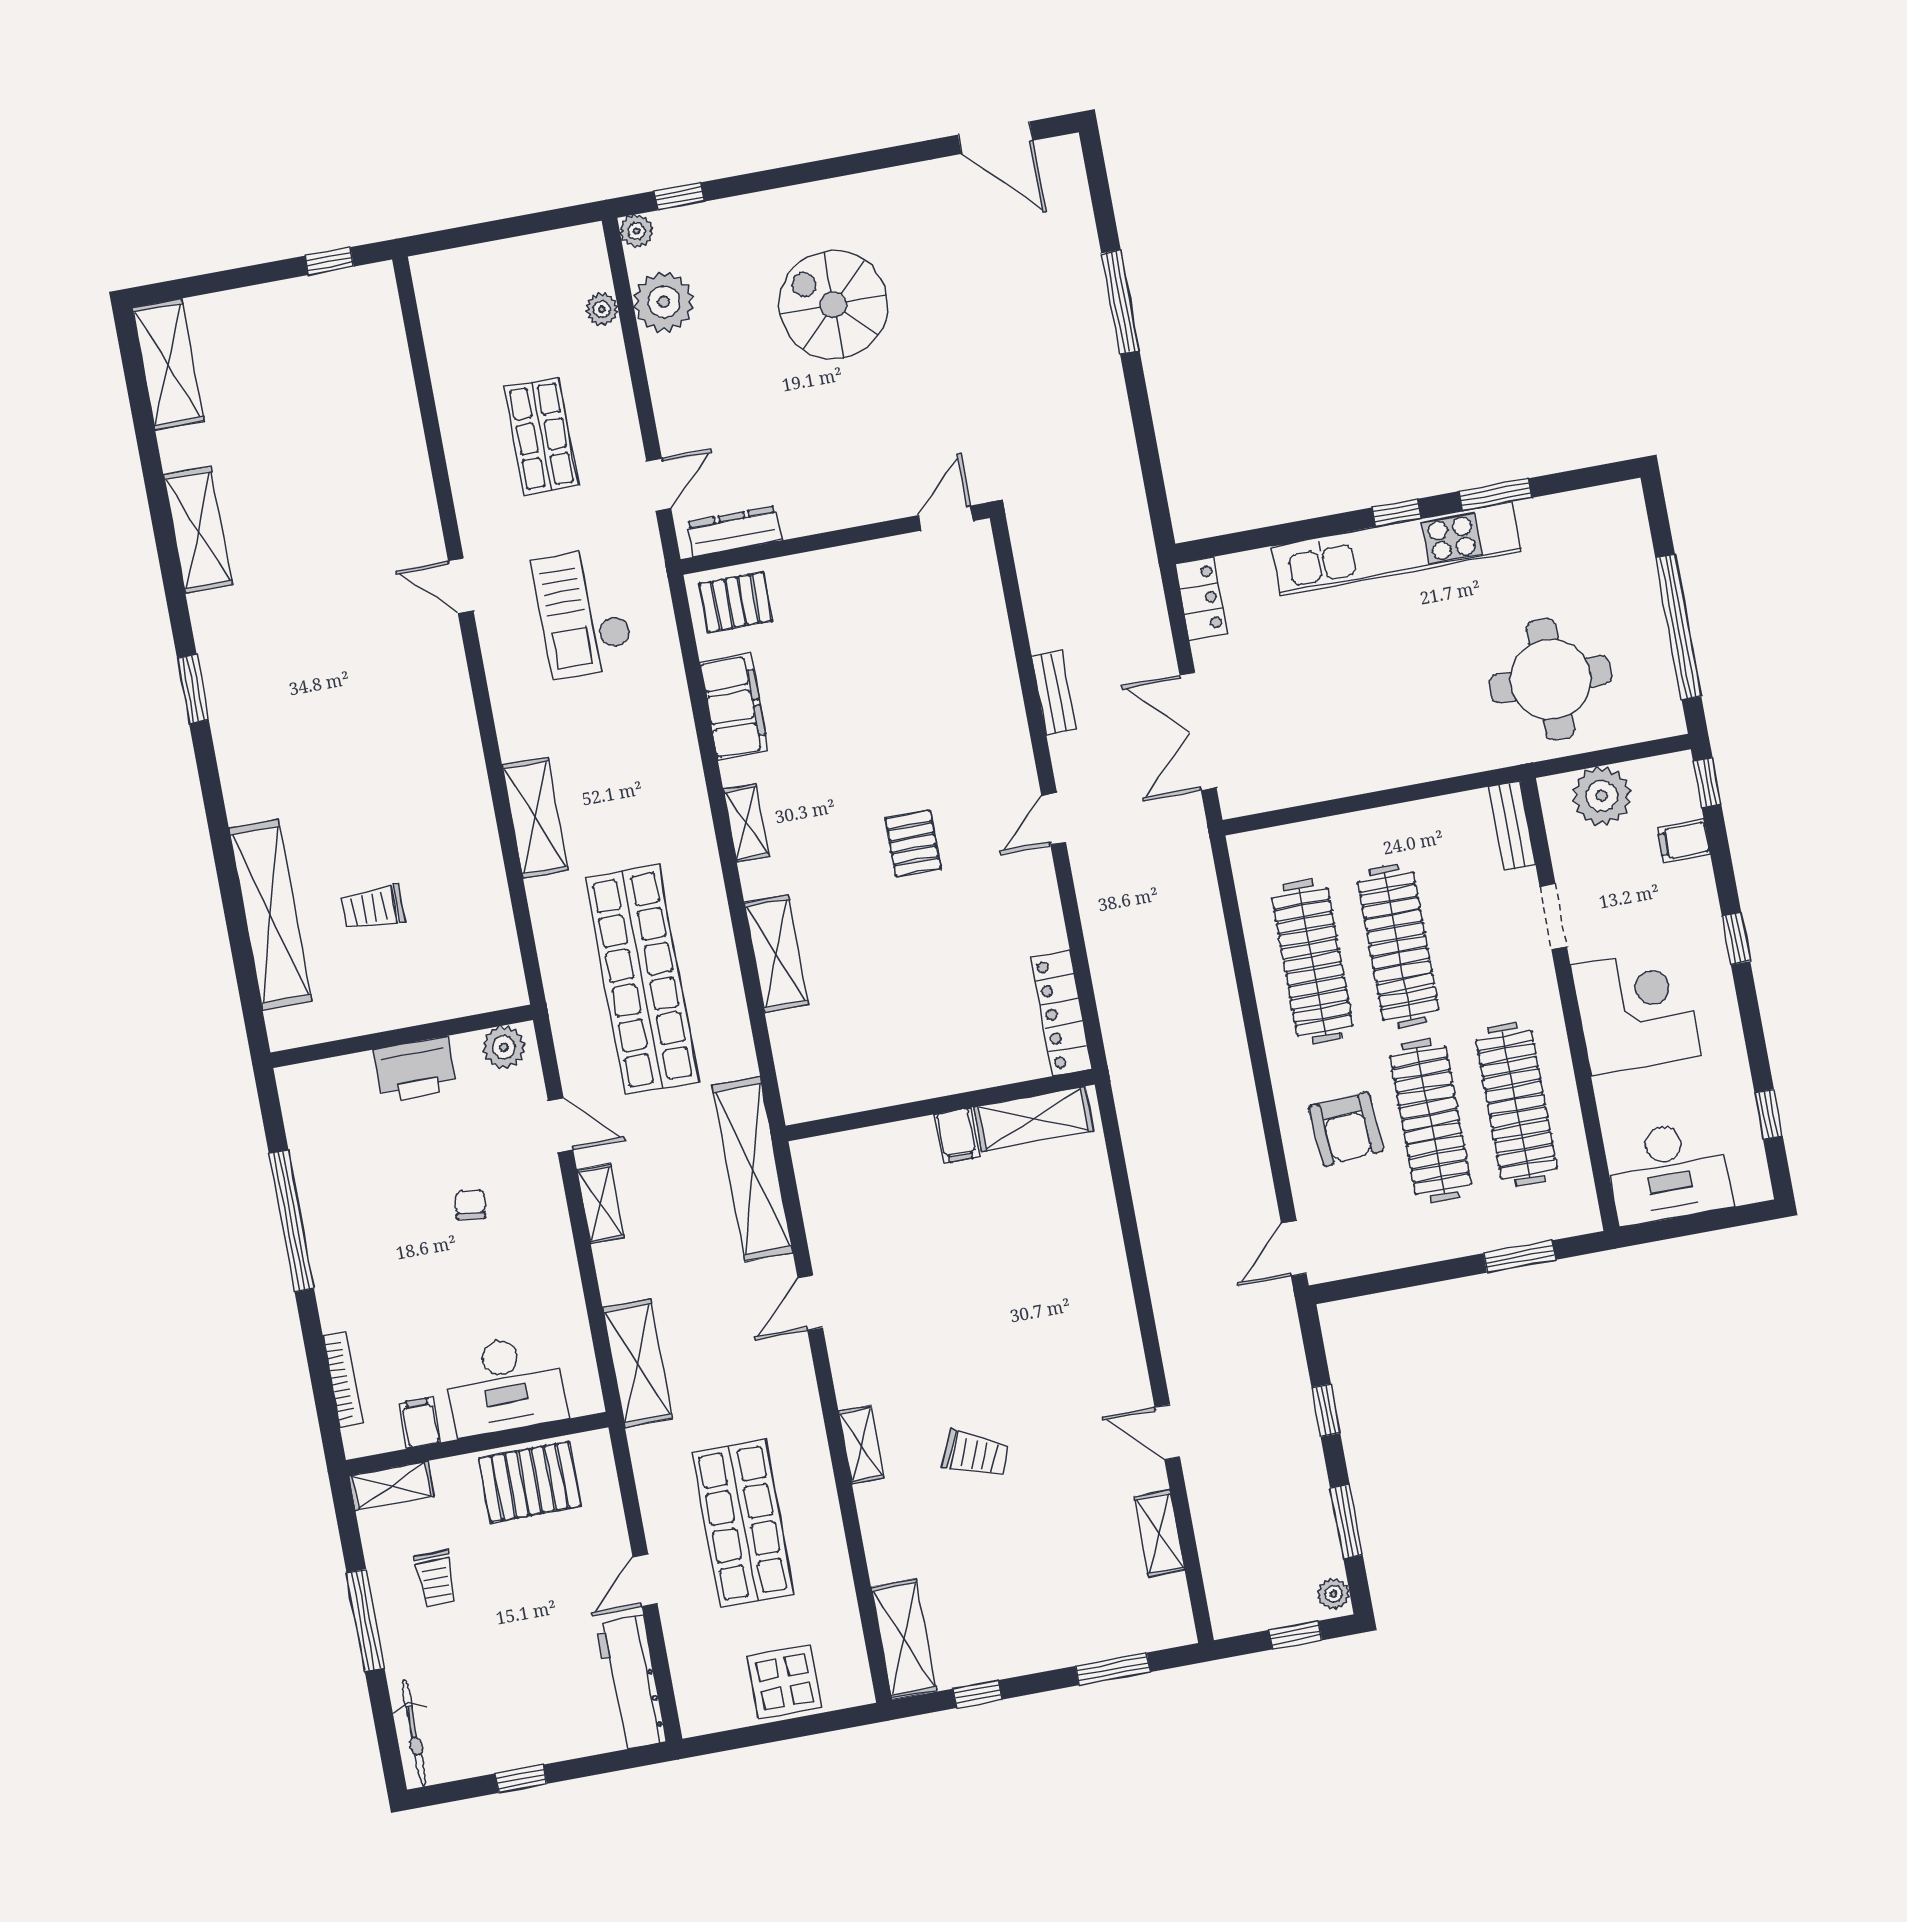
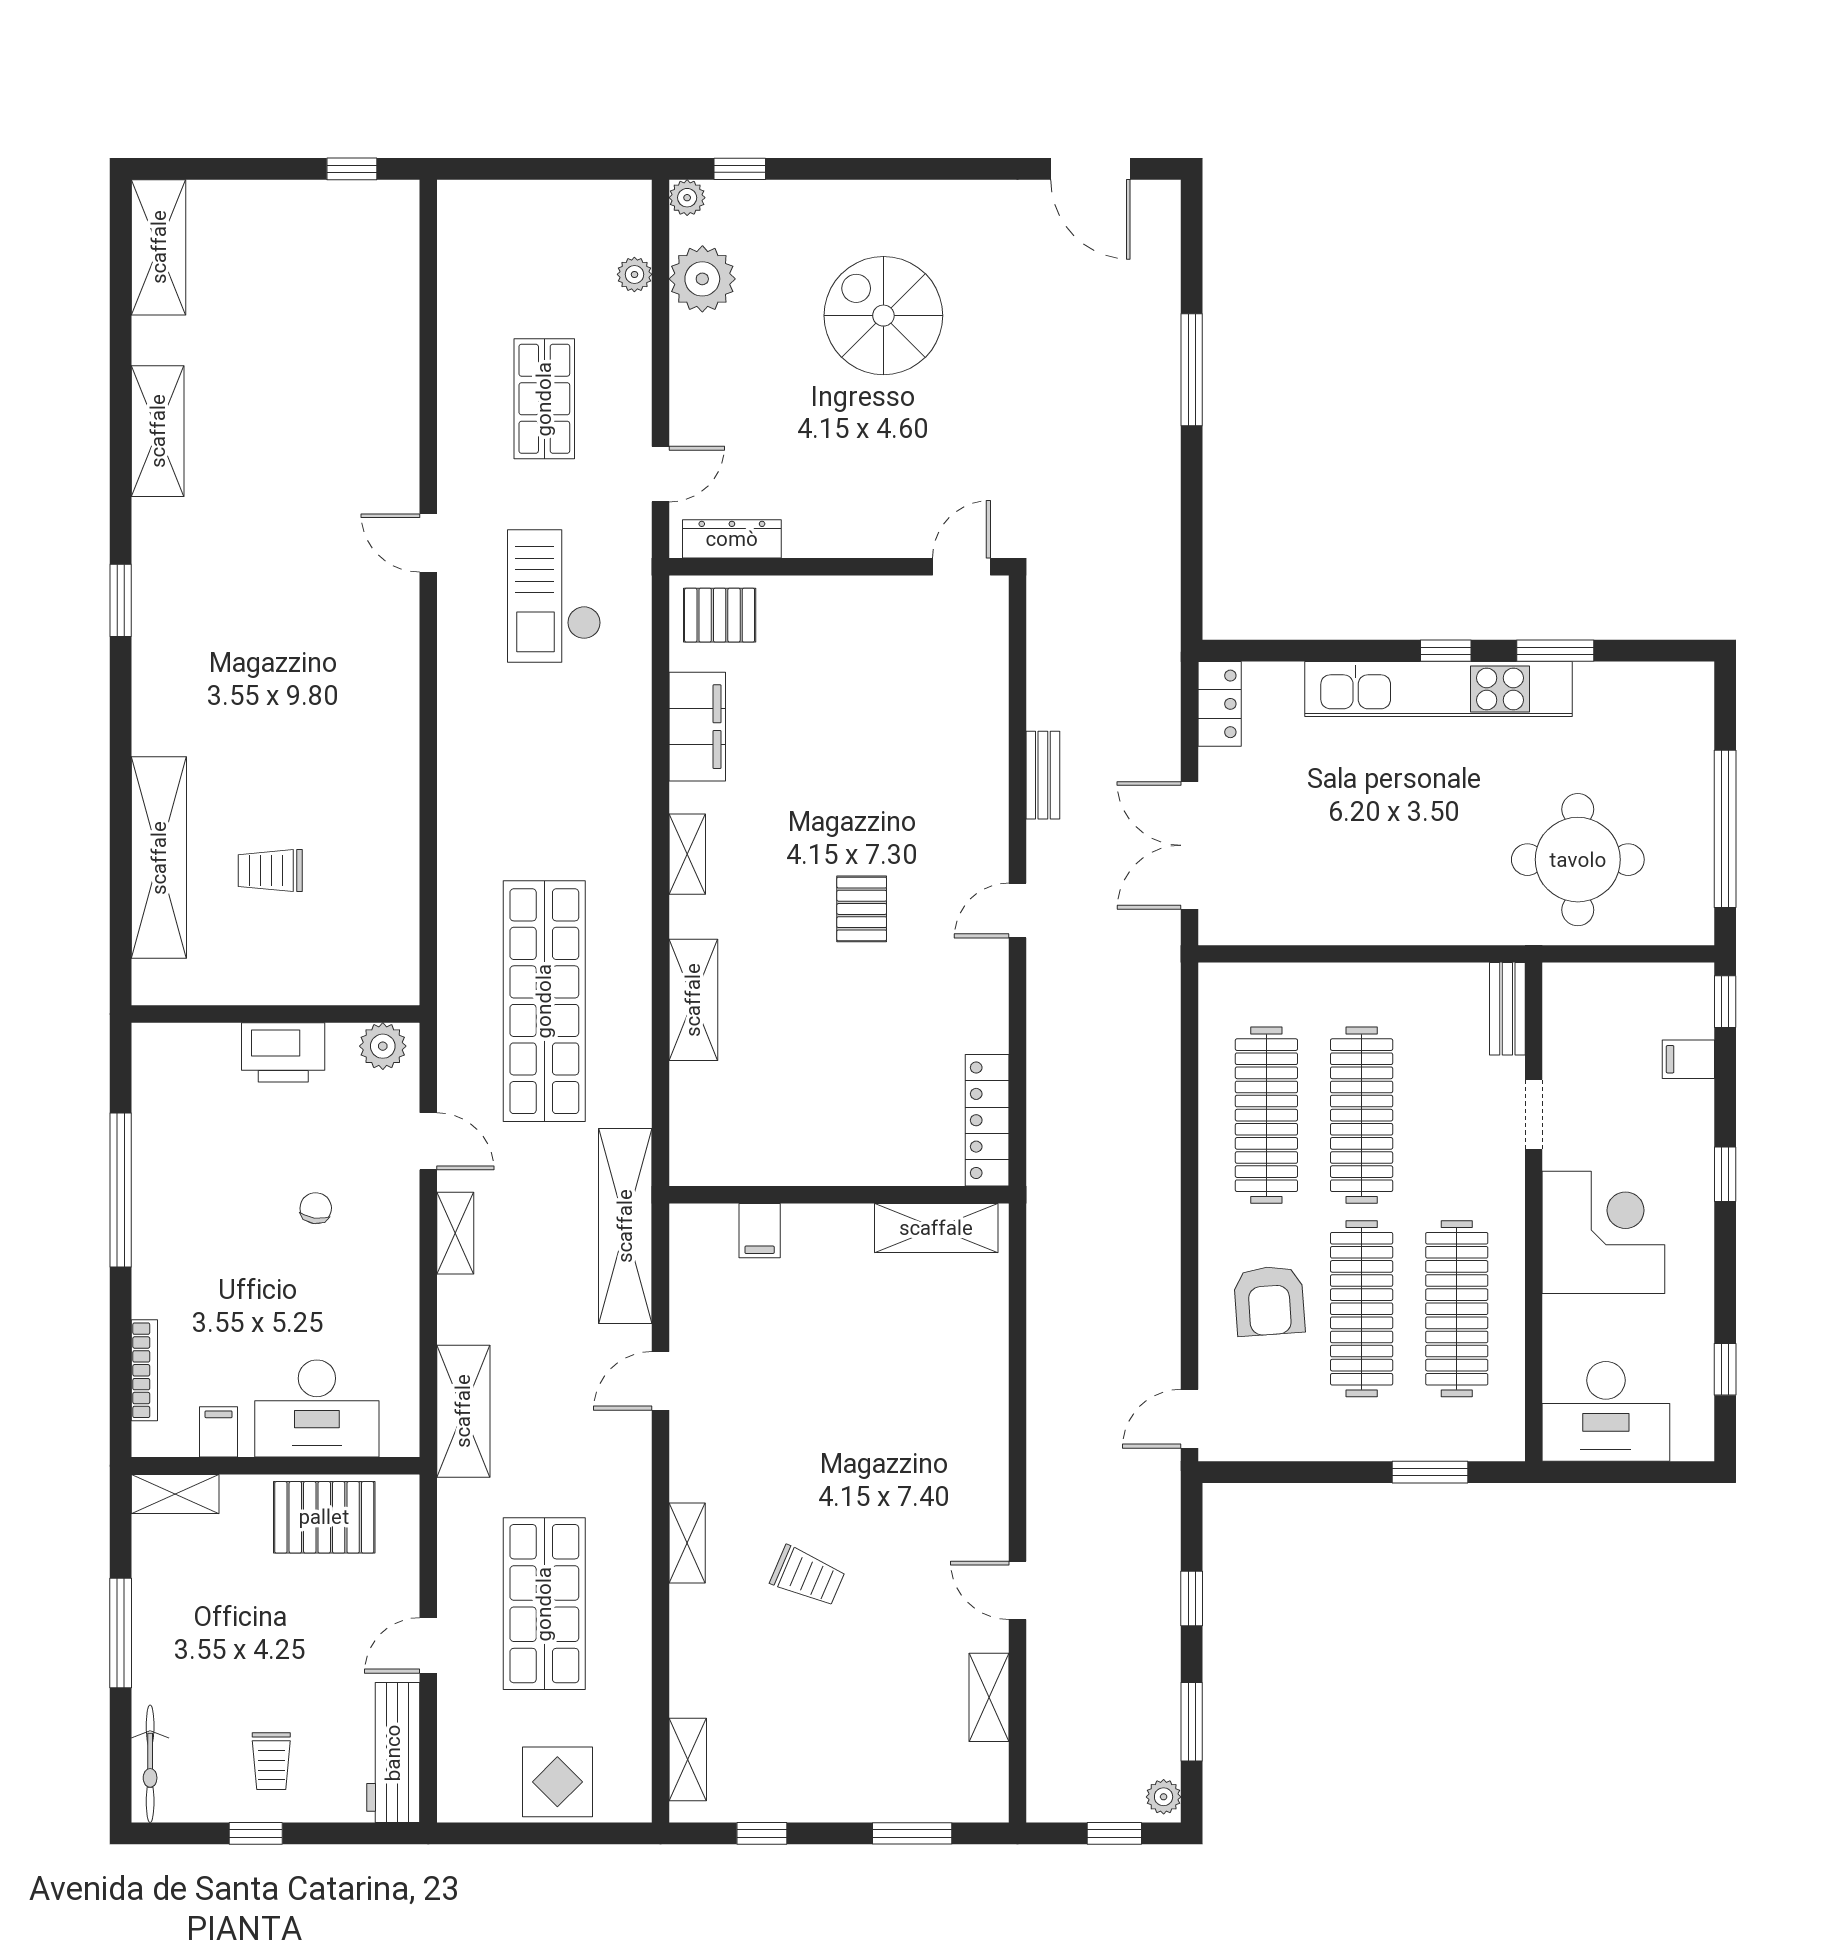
plant: (1602, 796) -> (1610, 995), removed
shelving: (535, 818) -> (462, 806), removed
filing cabinet: (957, 1135) -> (760, 1231), moved
trolley: (436, 1579) -> (271, 1761), moved
shelving: (904, 1639) -> (688, 1760), width x0.67, depth x0.75

